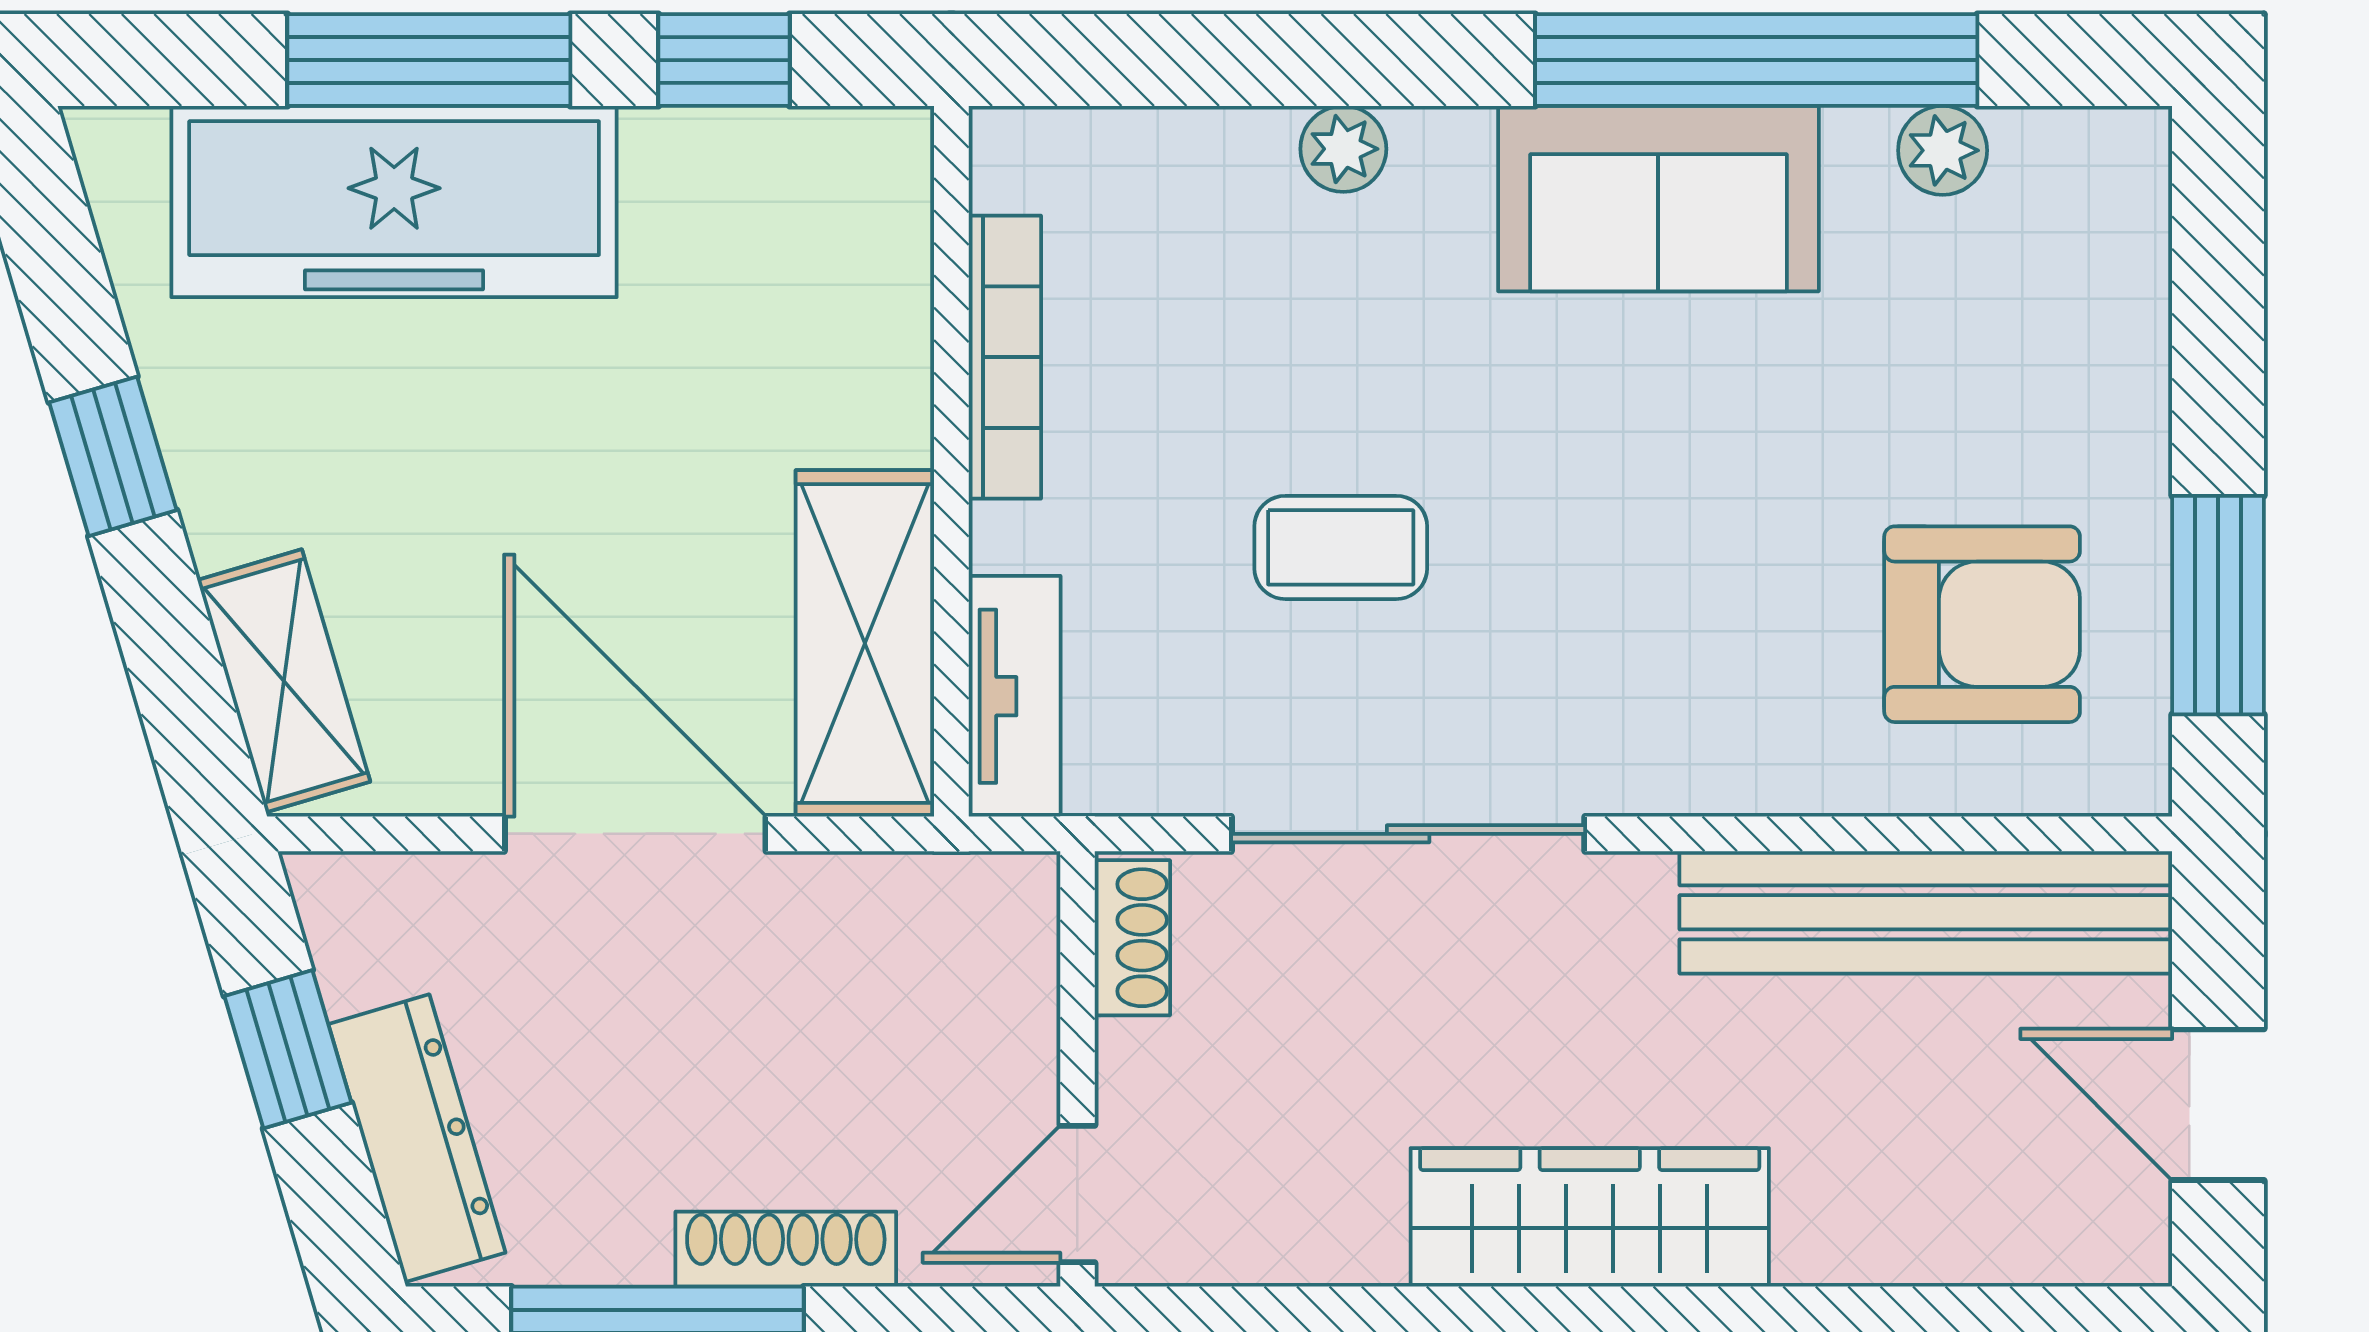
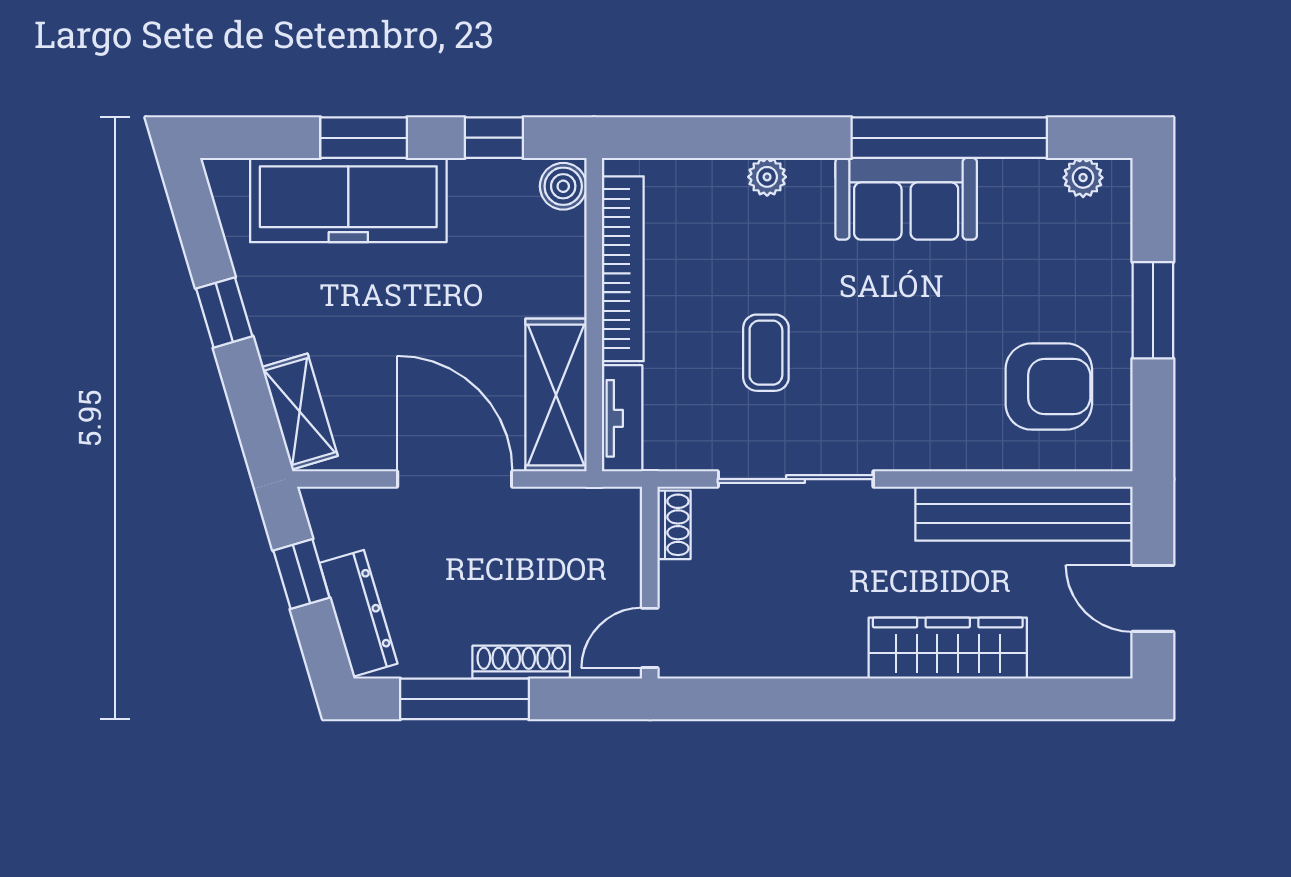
window: (429, 60) -> (364, 138), width x0.69
plant: (1943, 150) -> (1083, 178), moved
boiler: (881, 170) -> (563, 186), added
bookcase: (1005, 357) -> (623, 269), width x1.48, depth x1.31
coffee table: (1341, 547) -> (766, 353), turned 90
window: (2218, 605) -> (1153, 310), moved
wardrobe: (1590, 1217) -> (948, 648), moved

